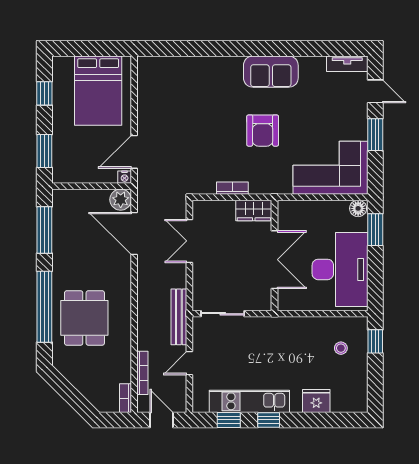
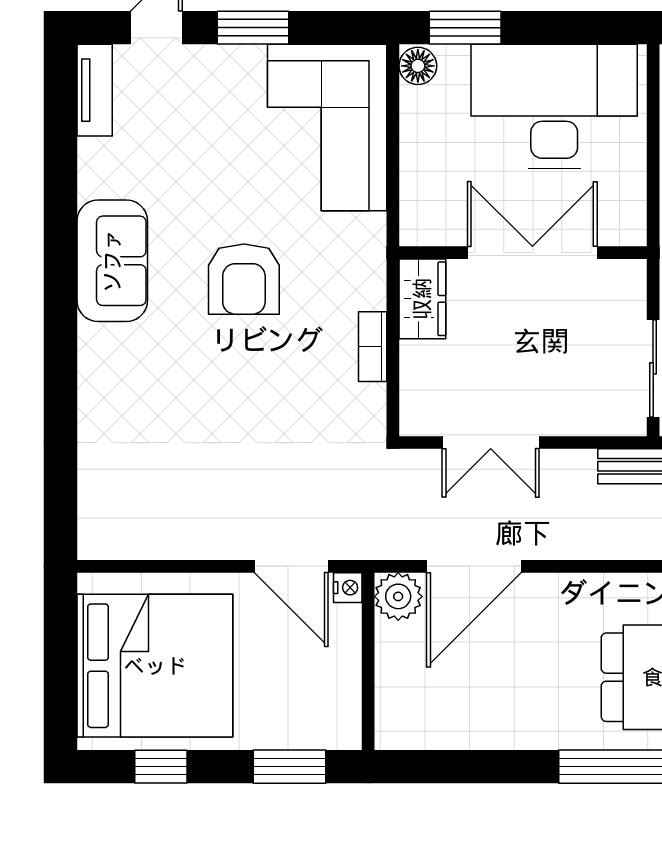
bed: (98, 91) -> (155, 666), width x1.36
armchair: (263, 131) -> (244, 279), turned 90
window: (44, 230) -> (466, 767), removed

